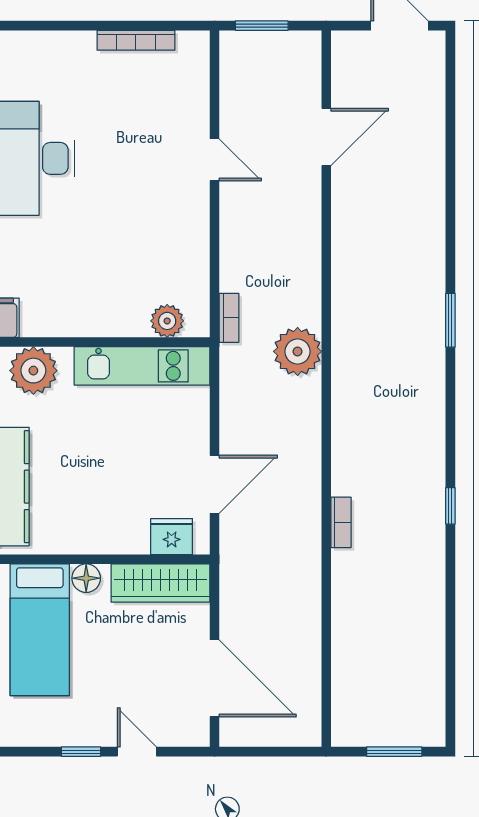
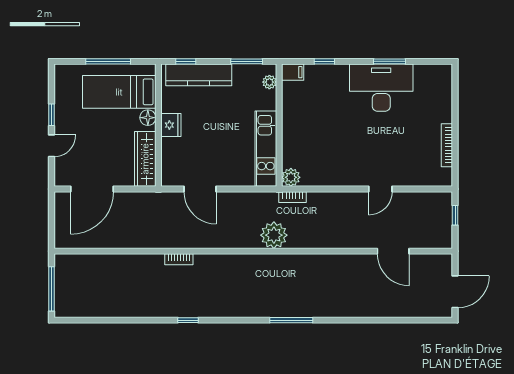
window: (262, 26) -> (455, 215), width x0.67
window: (450, 320) -> (291, 320), width x1.44
plant: (167, 321) -> (291, 177), moved
plant: (33, 371) -> (269, 82), width x0.53, depth x0.53
fridge: (172, 537) -> (171, 125), moved
window: (394, 752) -> (51, 289), width x1.44

